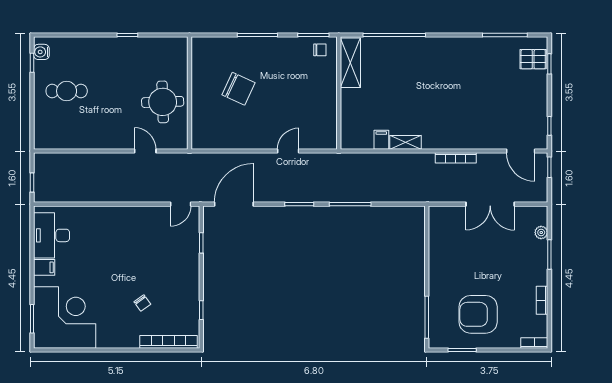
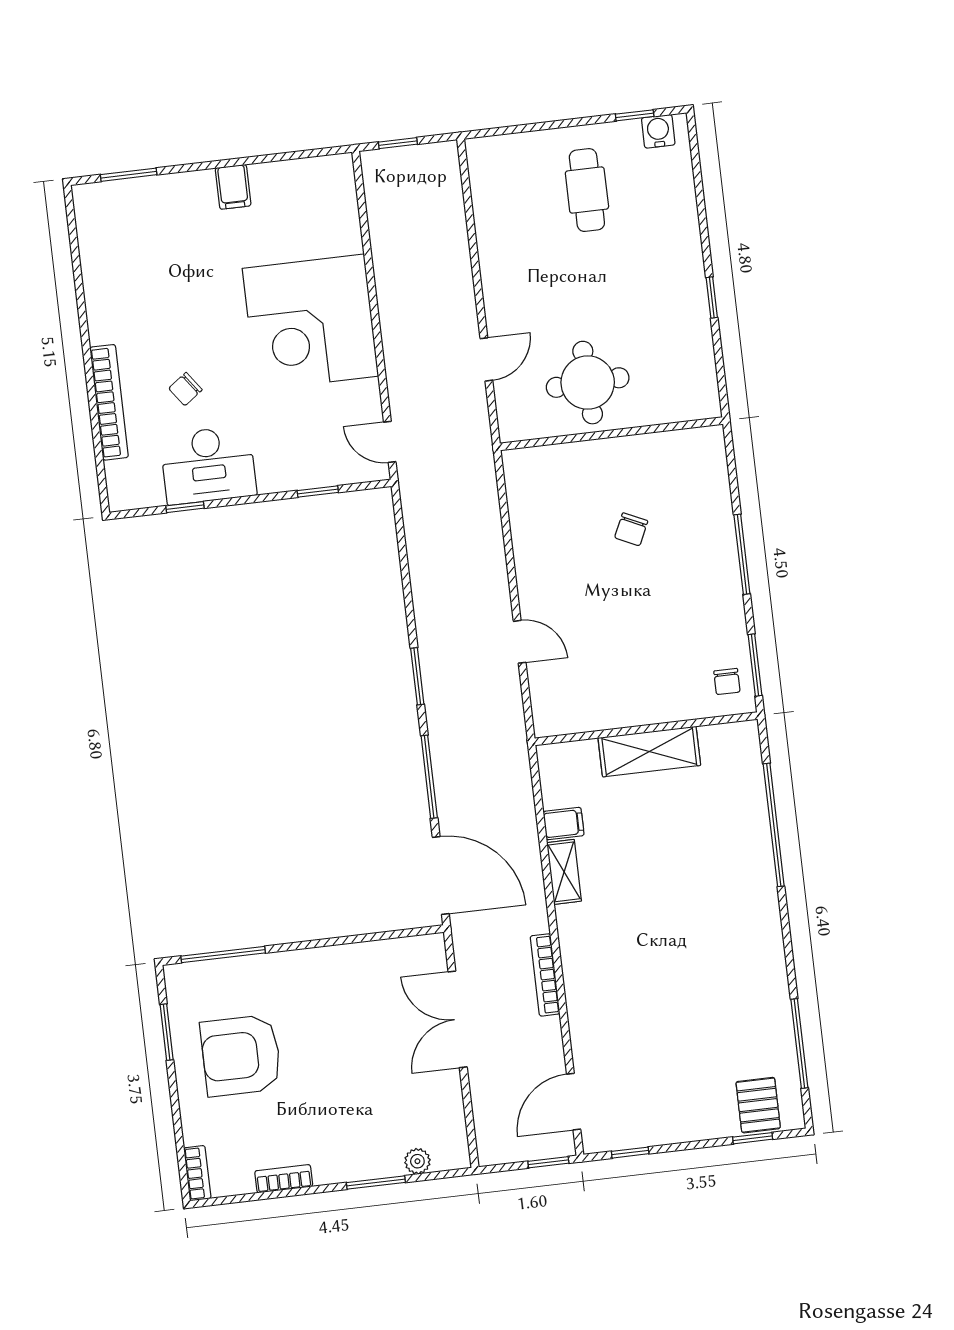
shelving: (350, 63) -> (649, 752), moved
chair: (238, 89) -> (631, 529), width x0.54, depth x0.54
door: (234, 204) -> (441, 876), moved
double door: (490, 204) -> (458, 1019), moved
desk: (52, 235) -> (208, 465), moved, turned 180
armchair: (478, 314) -> (241, 1055), turned -90
corner desk: (65, 317) -> (310, 322), moved, turned 90
bookcase: (168, 342) -> (109, 402), moved

